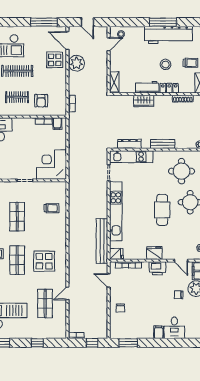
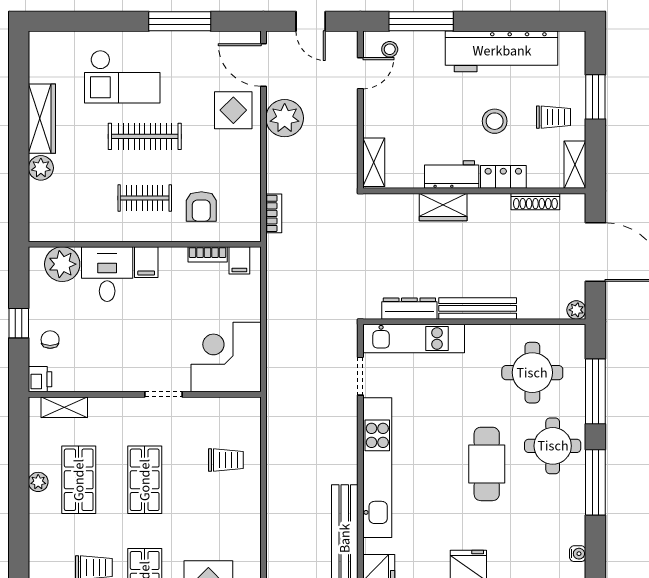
window: (44, 22) -> (180, 21), moved
window: (163, 22) -> (421, 21), moved
filing cabinet: (18, 124) -> (146, 262), added
bench: (163, 144) -> (478, 308), width x1.36

